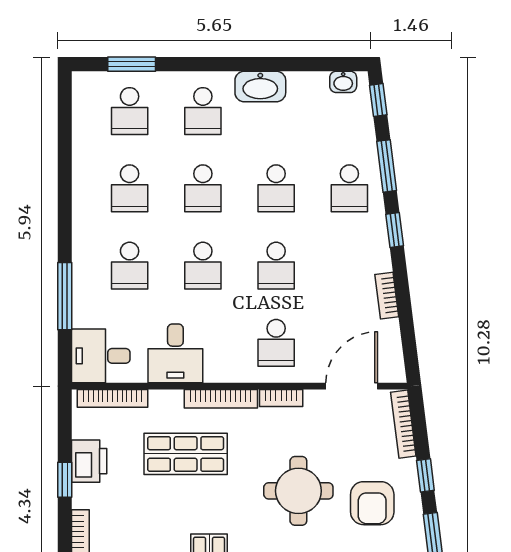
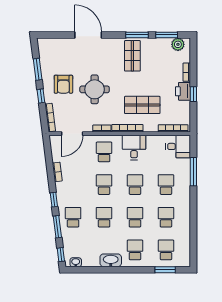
desk: (175, 353) -> (134, 147), moved
printer: (89, 461) -> (183, 91), moved
armchair: (372, 503) -> (63, 84), turned 180

